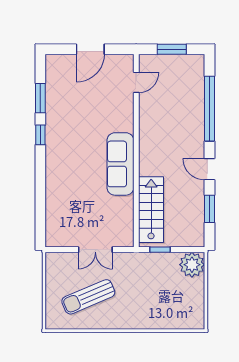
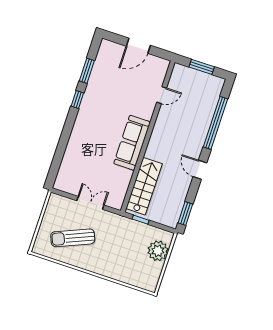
door: (136, 82) -> (162, 95), moved
window: (209, 209) -> (185, 214), moved
double door: (95, 250) -> (90, 203), swing flipped
plant: (192, 265) -> (158, 251), moved

